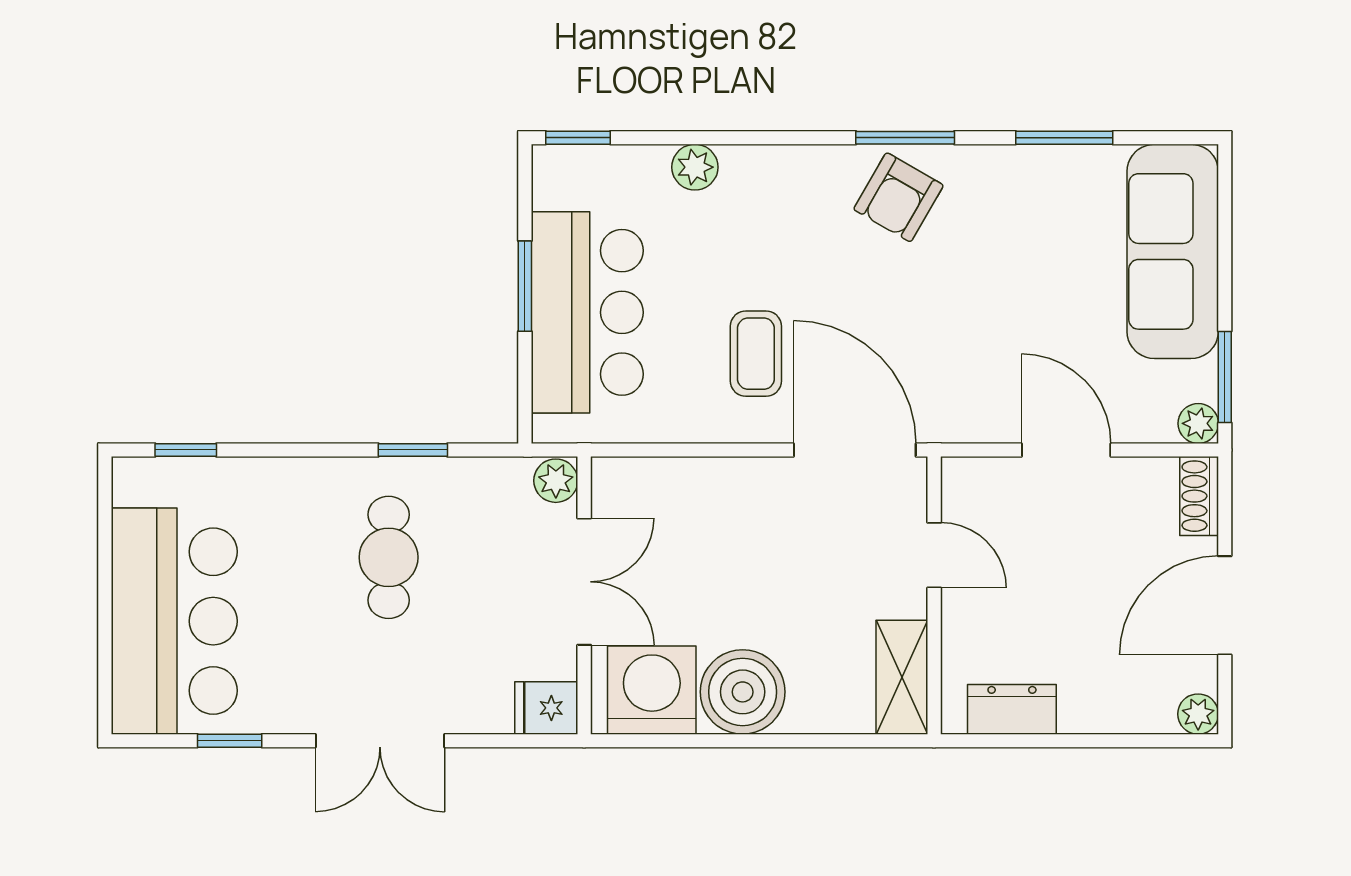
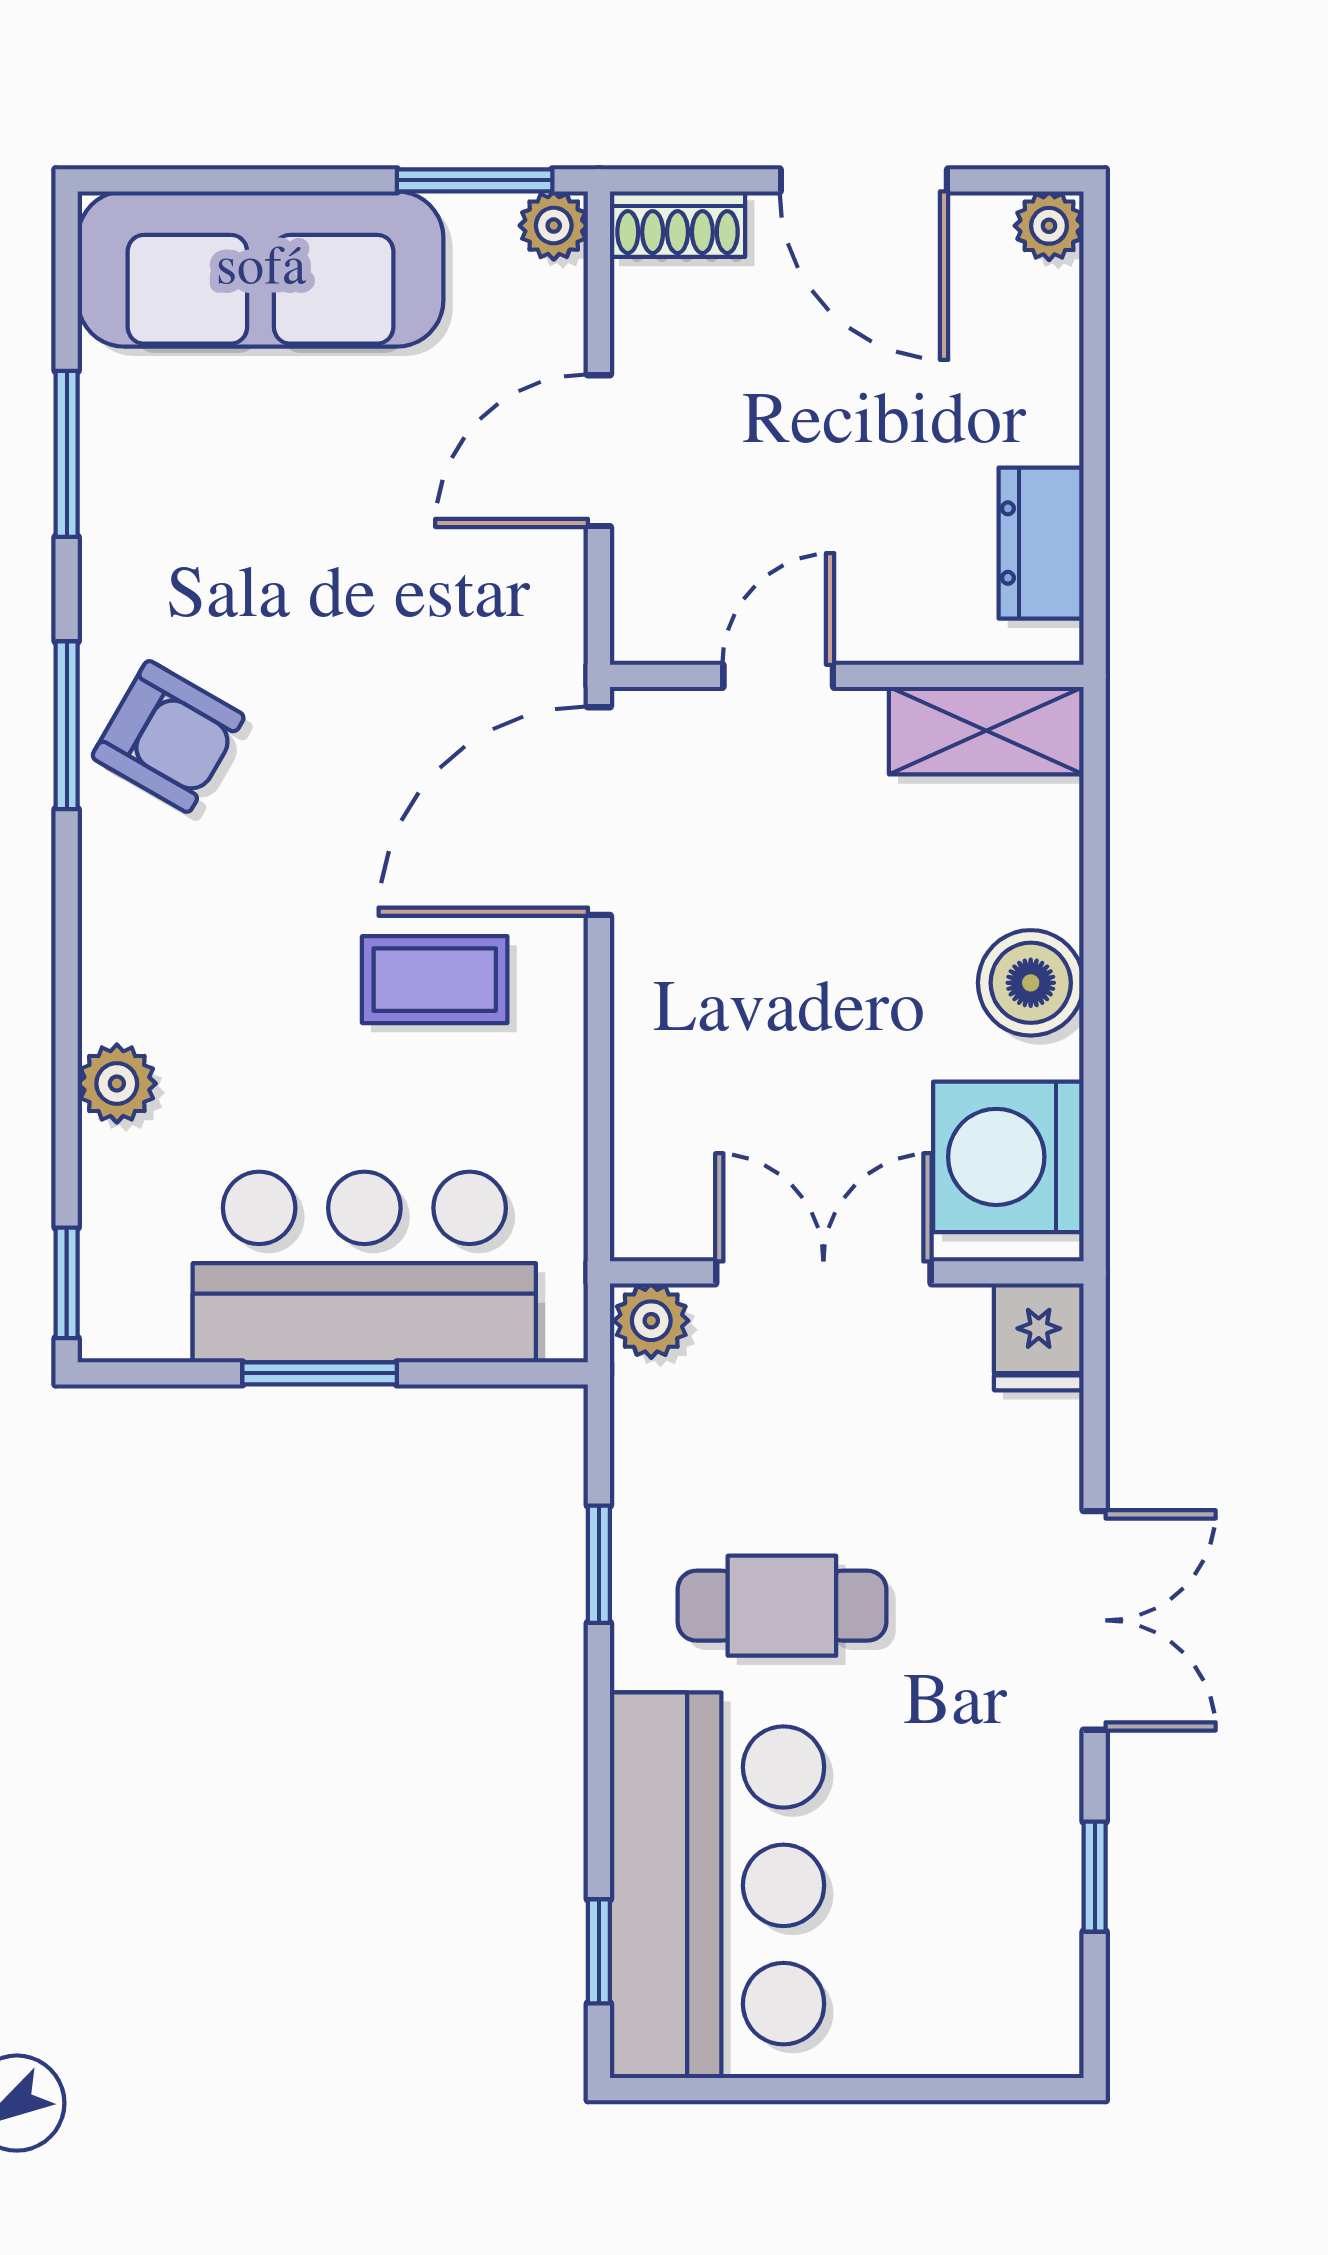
bar counter: (174, 621) -> (717, 1885), moved, turned 90
boiler: (743, 692) -> (1031, 983), width x0.73, depth x0.73

